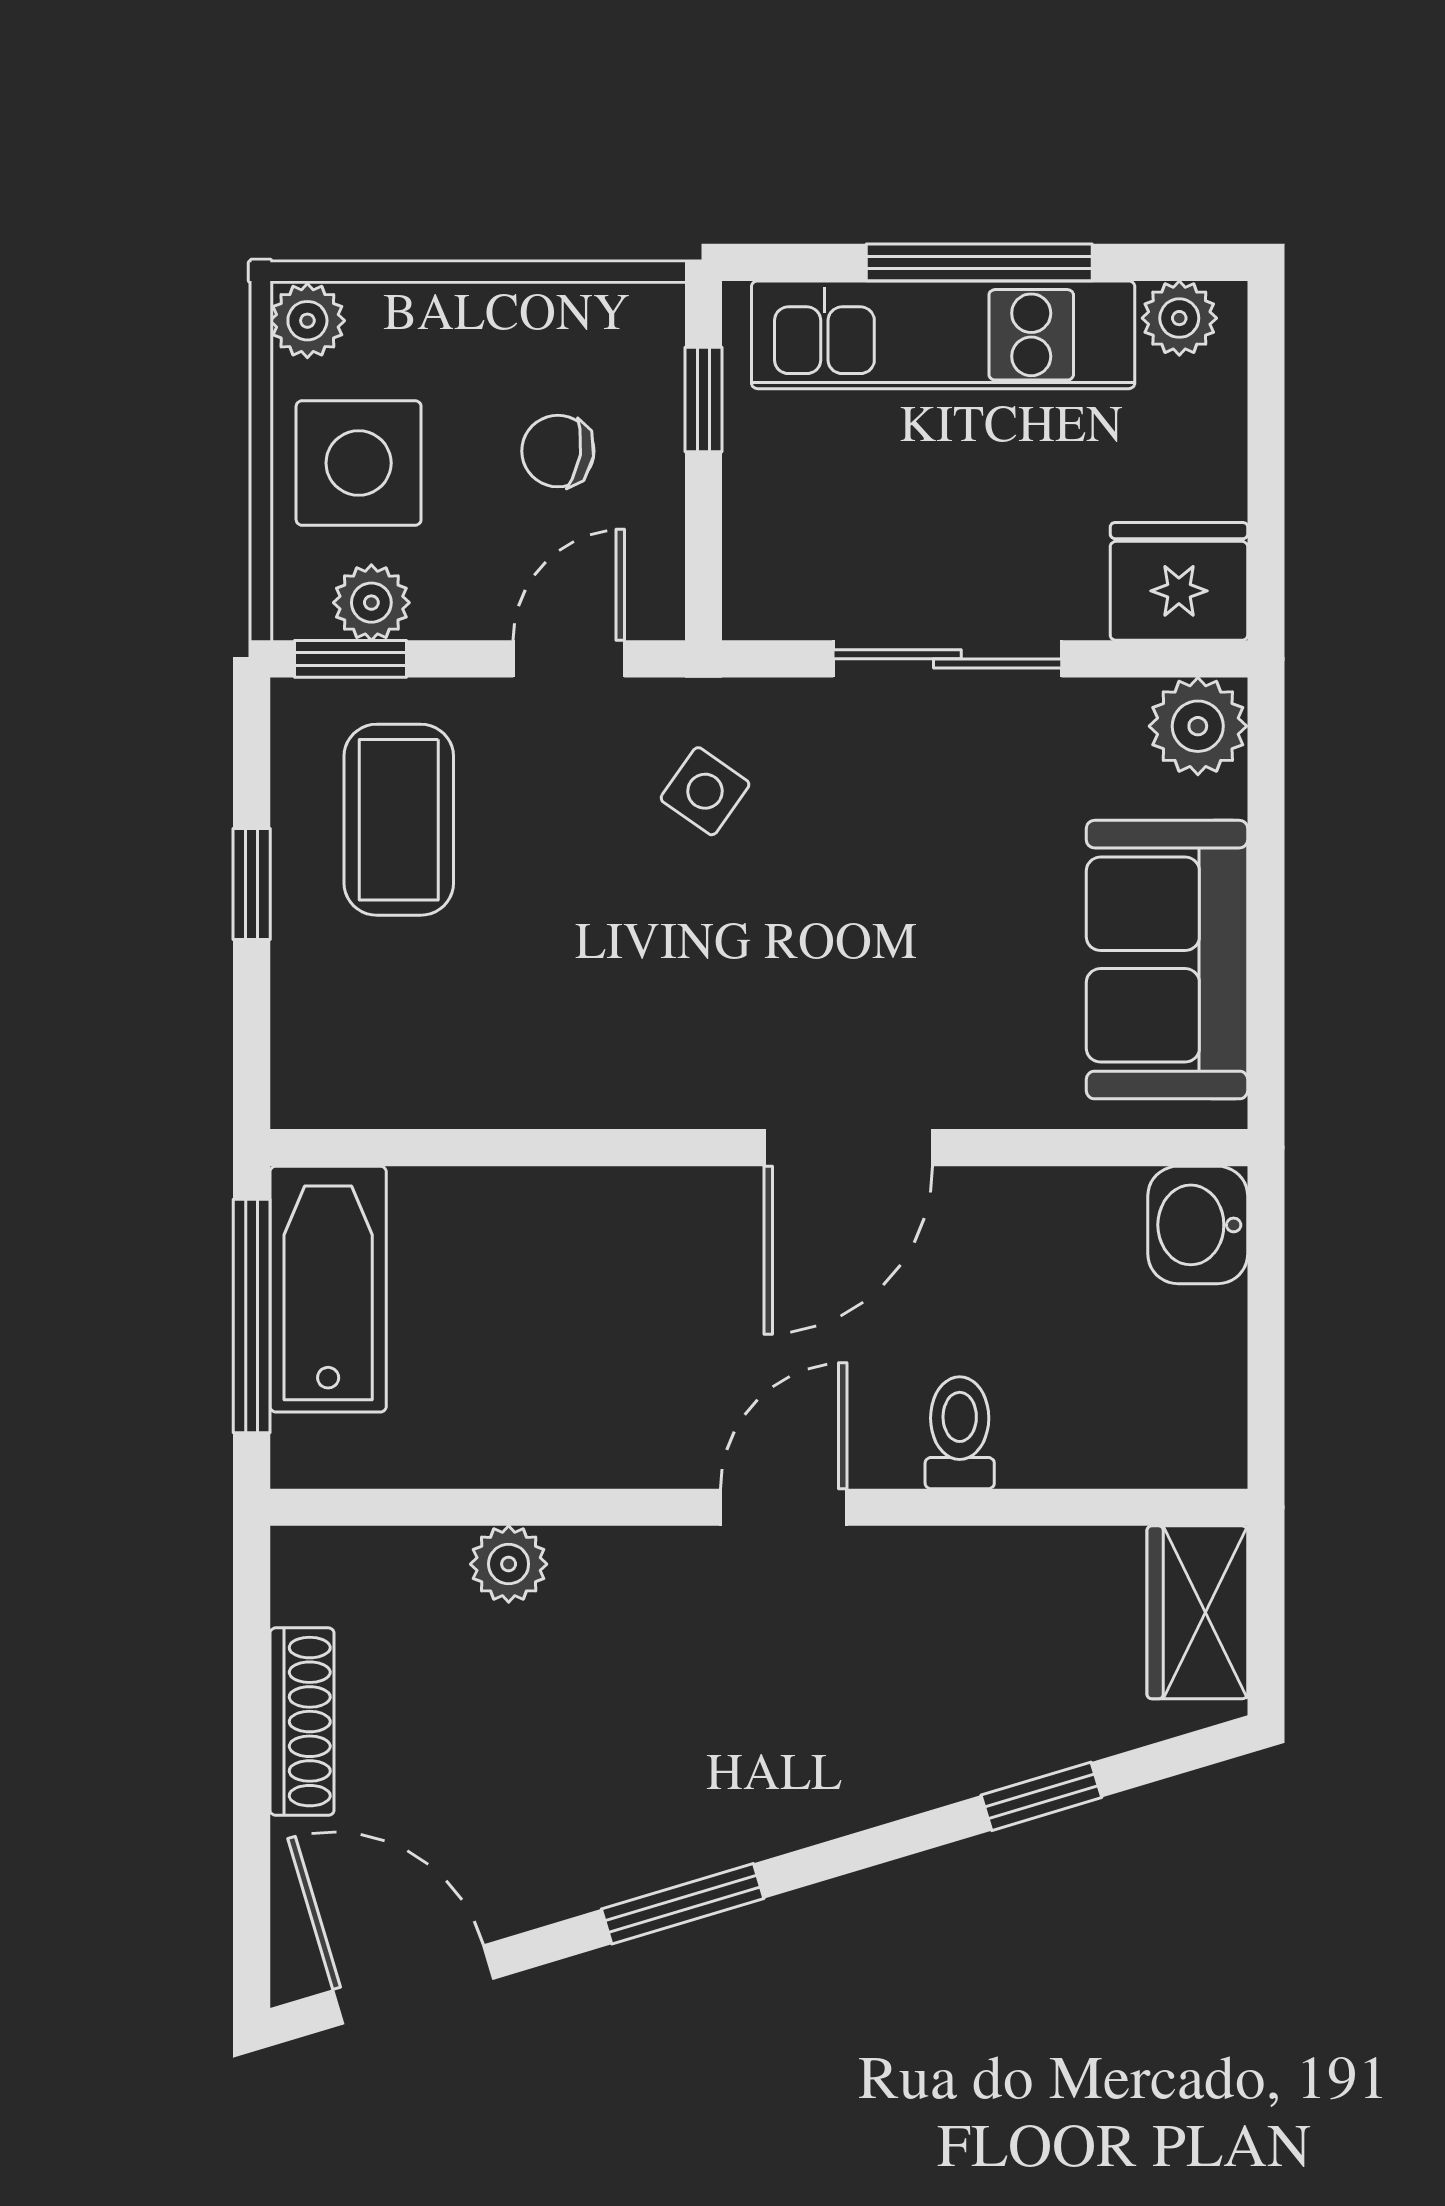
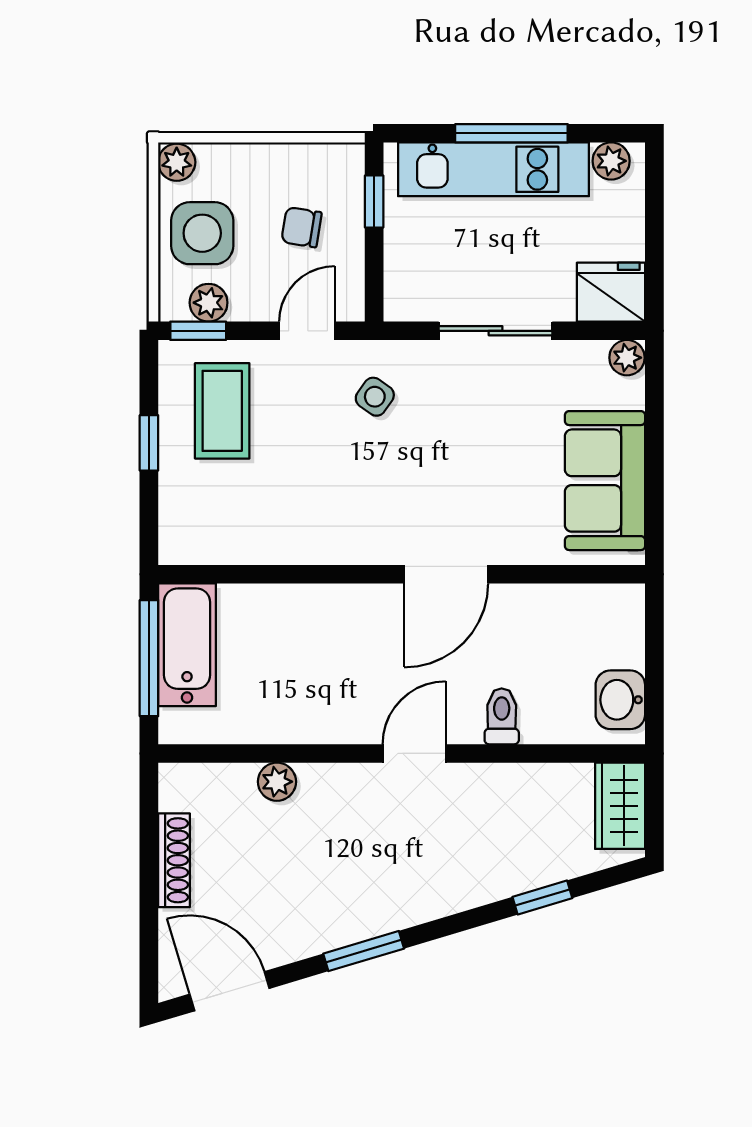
plant: (1198, 726) -> (627, 358), width x0.73, depth x0.73
washbasin: (1198, 1225) -> (620, 700), moved

